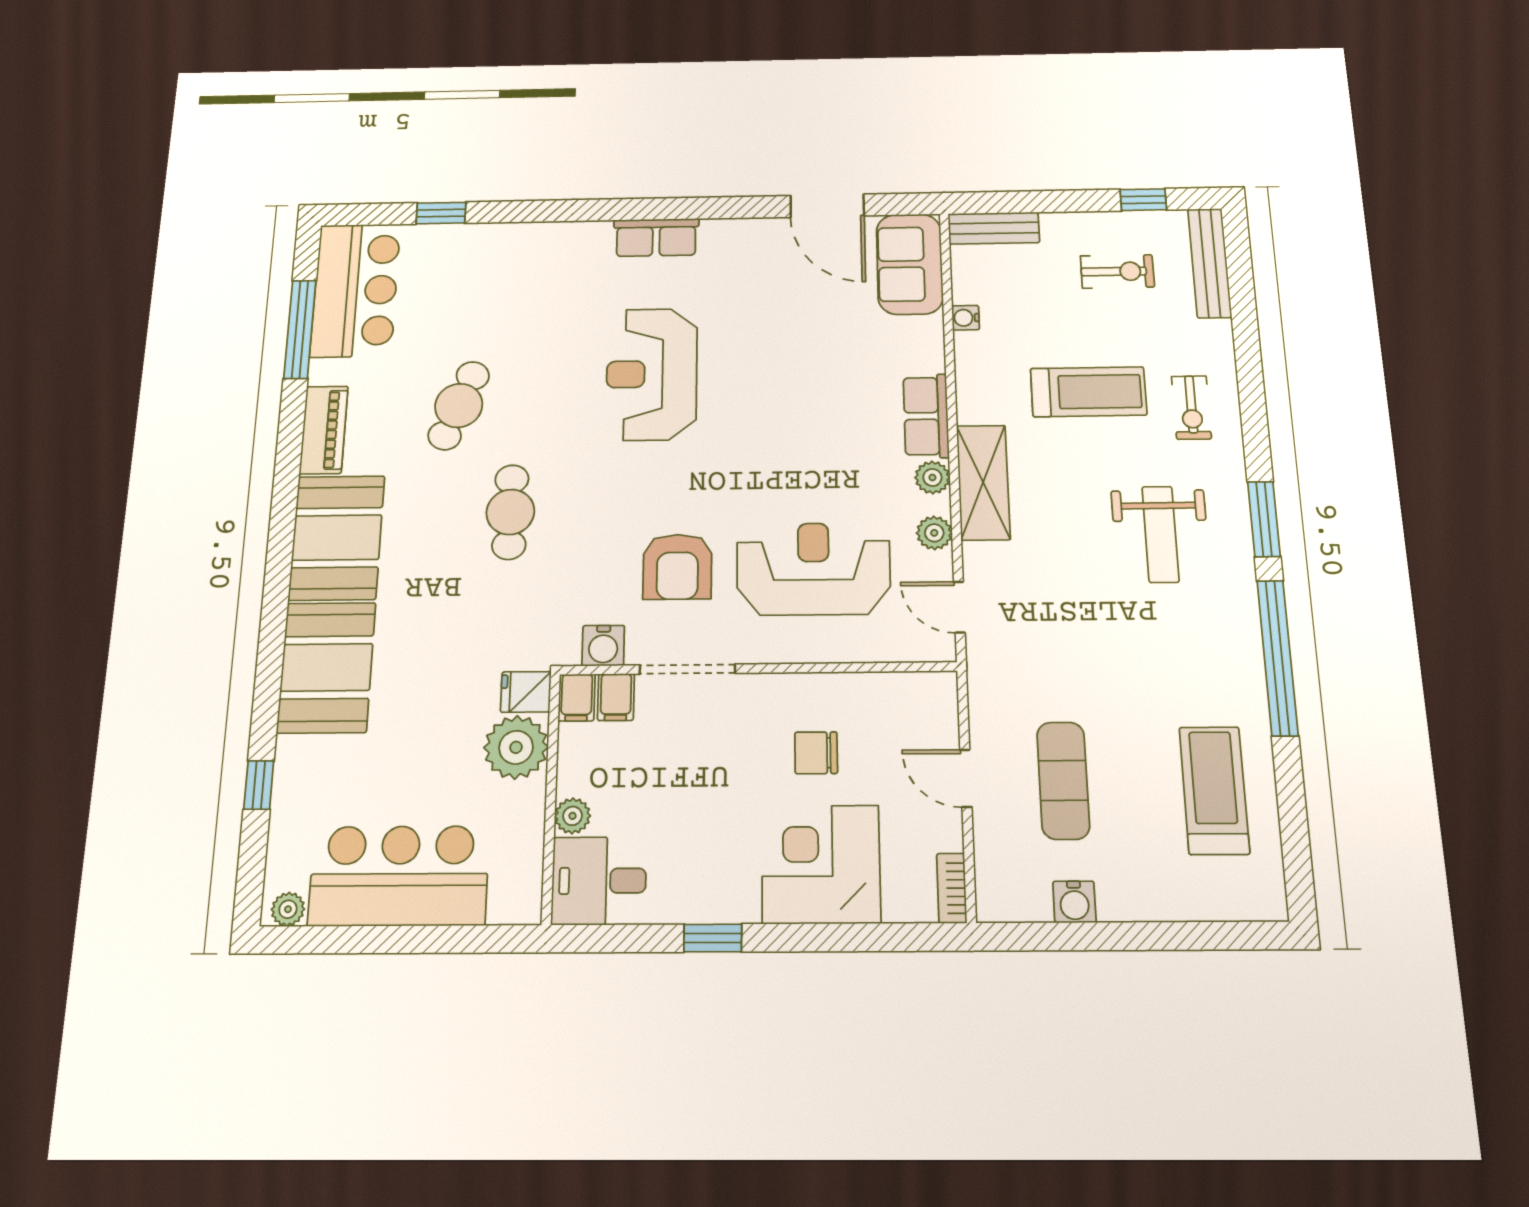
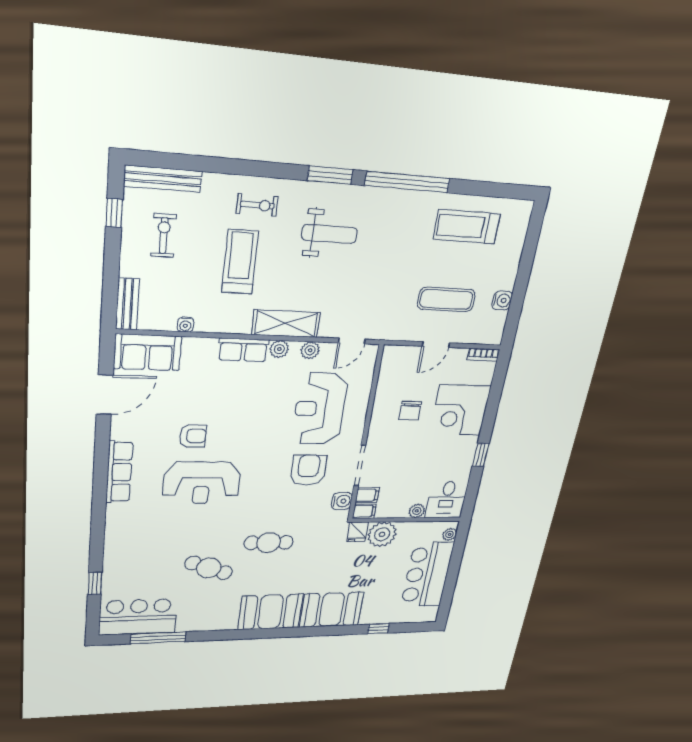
row of seats: (656, 237) -> (119, 472), width x1.48
armchair: (751, 349) -> (193, 436), added
piano: (324, 430) -> (214, 622), removed
armchair: (677, 567) -> (308, 470), turned -90
plant: (288, 909) -> (450, 534), moved

